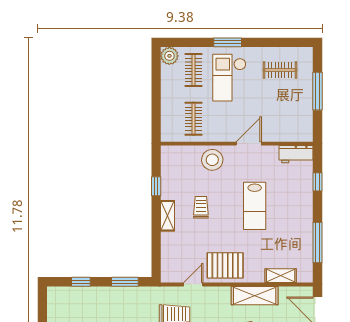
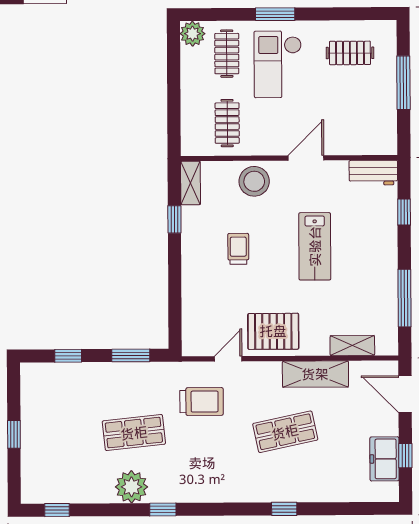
shelving: (168, 216) -> (191, 183), moved

